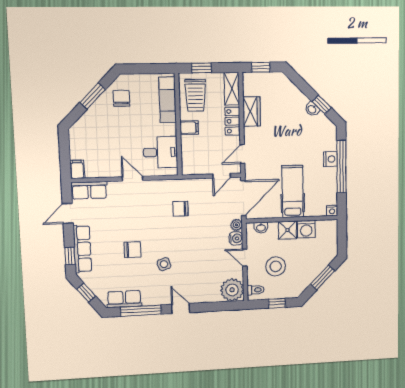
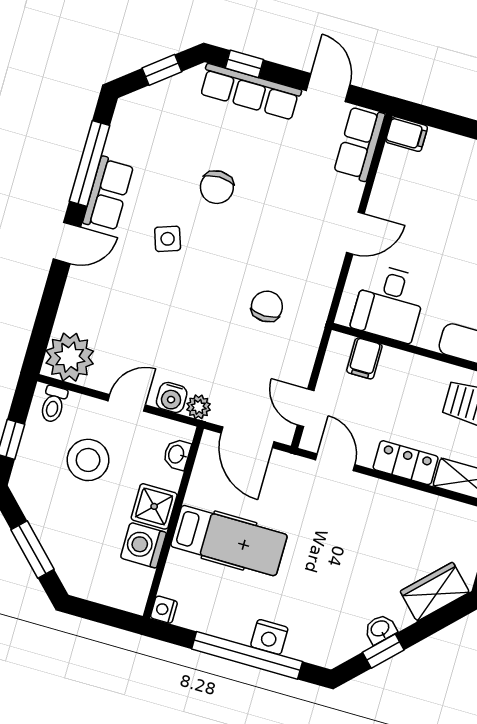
wardrobe: (252, 111) -> (435, 592), moved, turned 135
filing cabinet: (189, 128) -> (364, 358), moved
door: (243, 198) -> (248, 437), width x0.73
row of seats: (124, 299) -> (108, 194), moved

